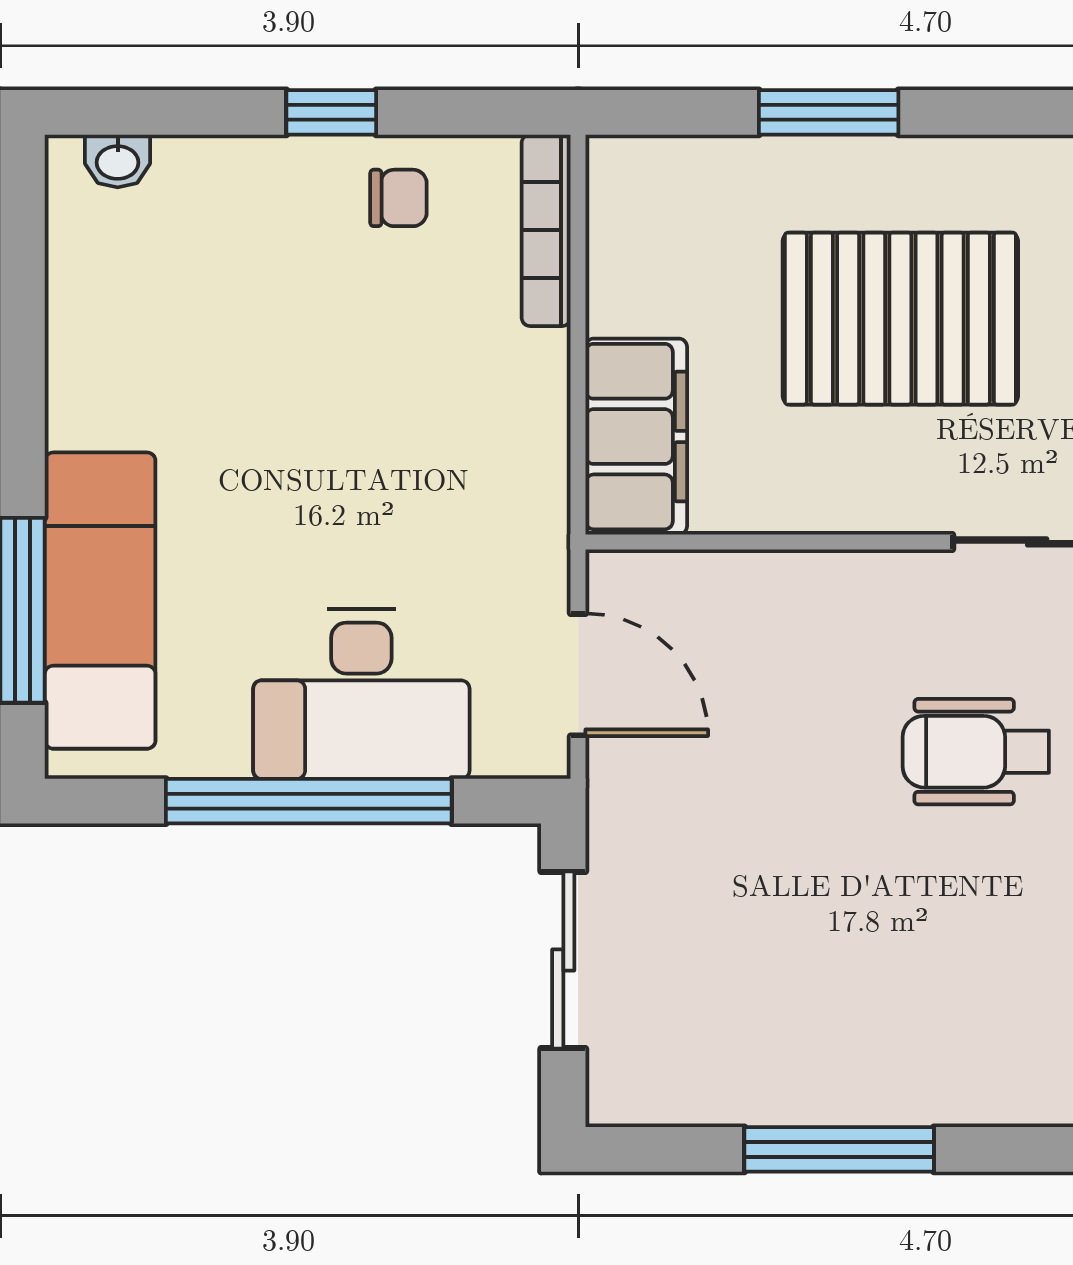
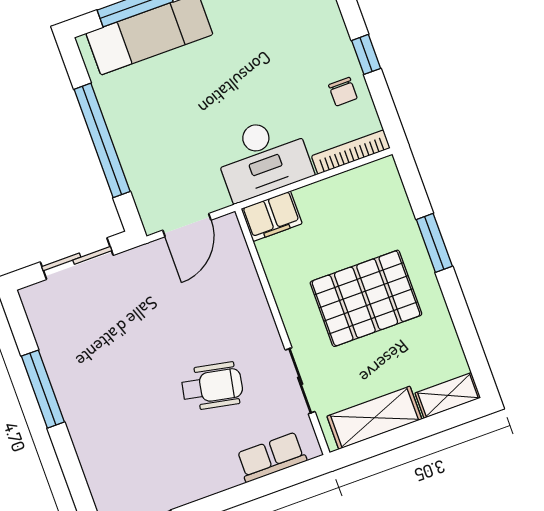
pallet: (900, 319) -> (366, 298), turned 90
filing cabinet: (636, 437) -> (272, 216), width x0.67, depth x0.86
desk: (361, 694) -> (263, 158), moved, turned -90
wheelchair: (976, 752) -> (212, 386), turned 101

